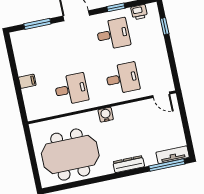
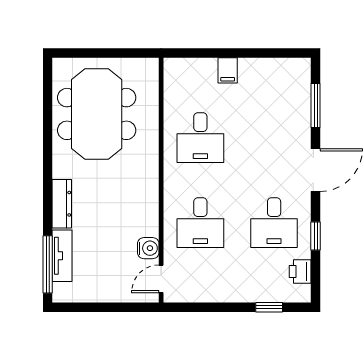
water cooler: (106, 115) -> (148, 248), moved
tv unit: (173, 155) -> (62, 256), moved

